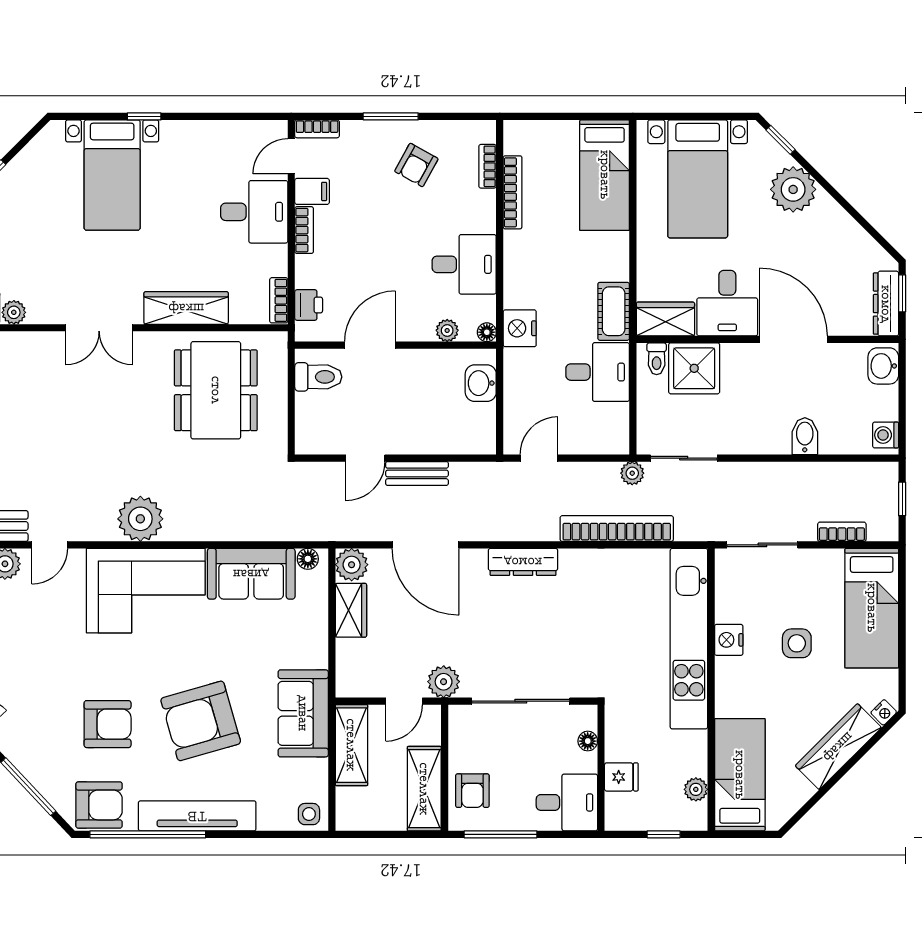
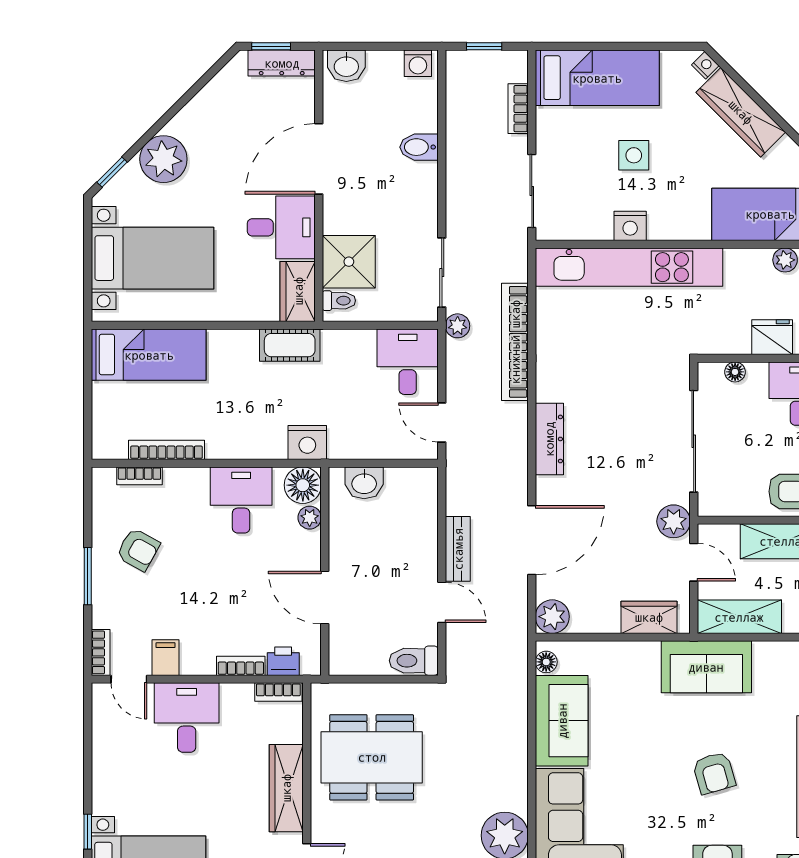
bookcase: (304, 230) -> (241, 666), moved
floor lamp: (487, 332) -> (303, 485), width x1.89, depth x1.89
desk: (598, 372) -> (408, 362), moved
toilet: (318, 377) -> (414, 661), moved, turned -90
wardrobe: (351, 610) -> (649, 617), moved
armchair: (201, 721) -> (714, 773), width x0.53, depth x0.53
fridge: (621, 777) -> (772, 337), width x1.38

